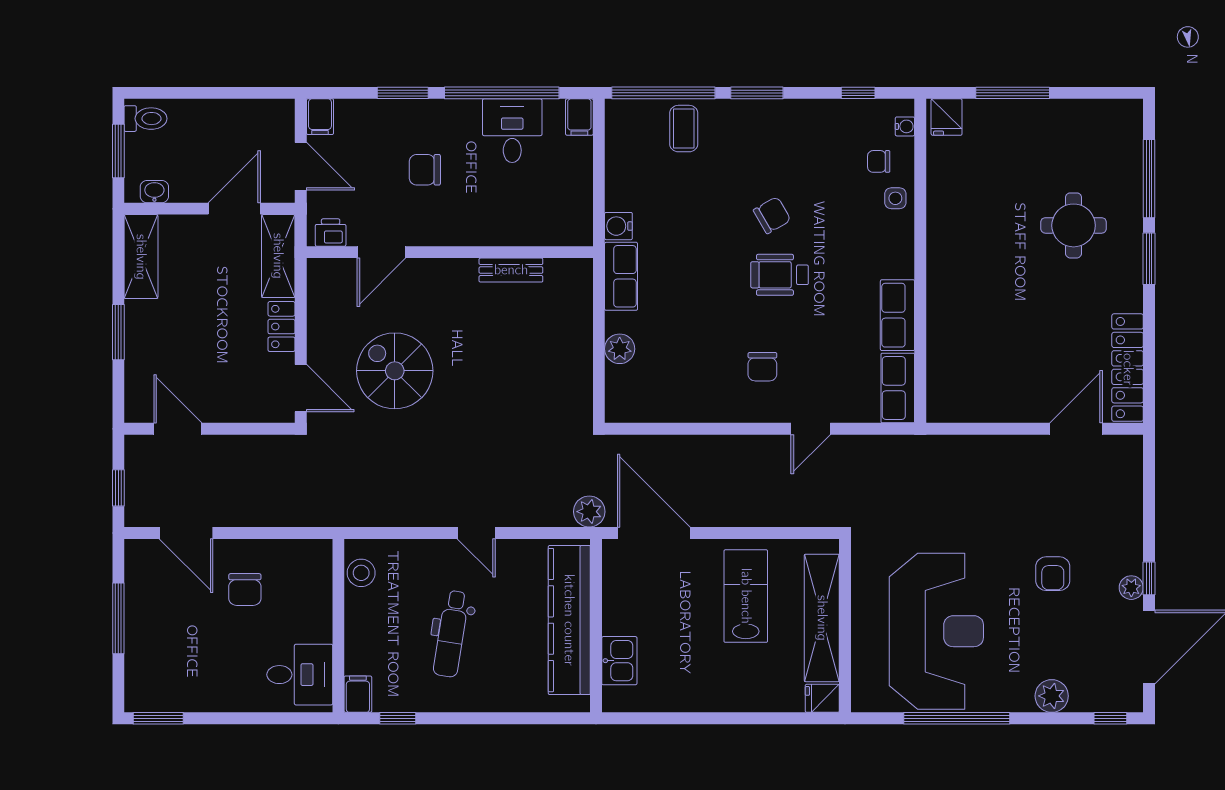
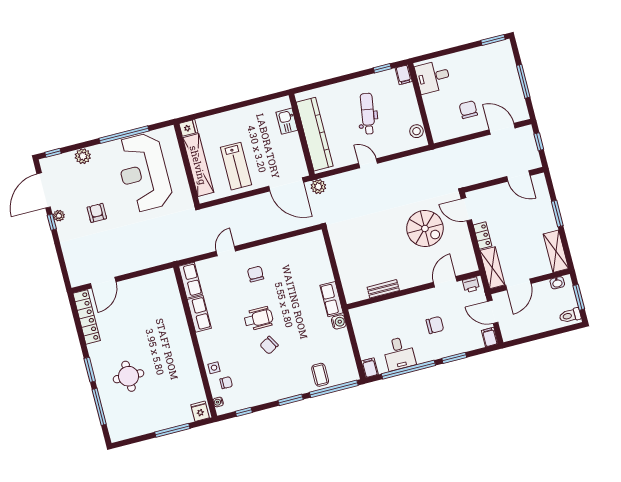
plant: (620, 349) -> (324, 265), removed

